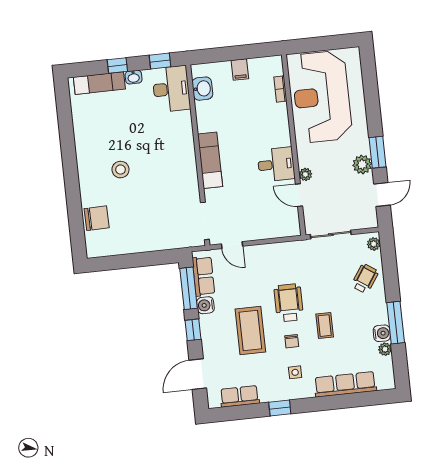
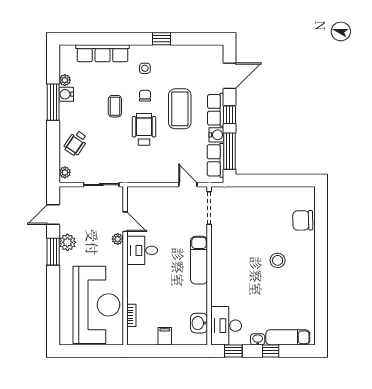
wheelchair: (289, 303) -> (144, 129), turned 180
row of seats: (240, 396) -> (216, 110), moved, turned 90

